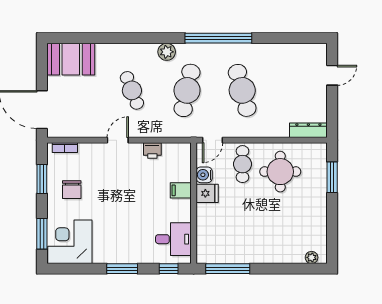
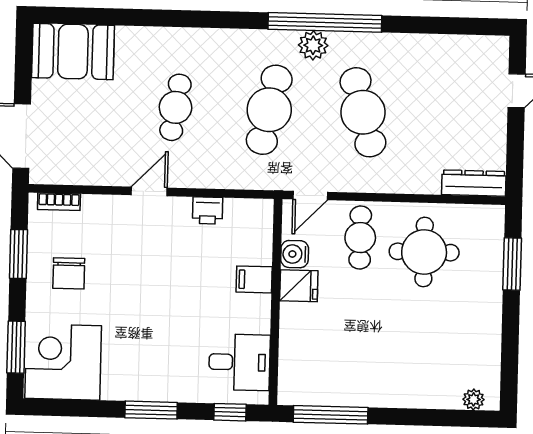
plant: (167, 52) -> (313, 45), moved
cafe table: (132, 90) -> (175, 107), turned 30

